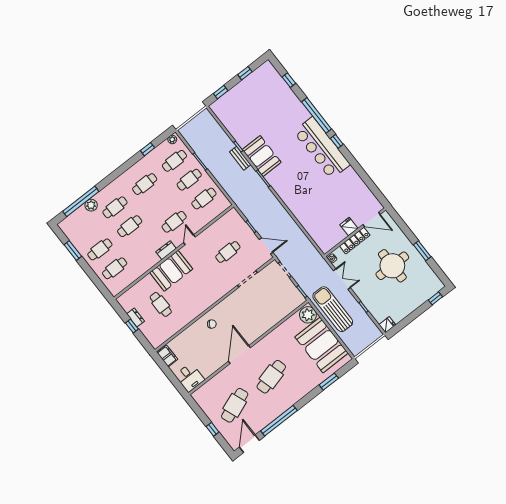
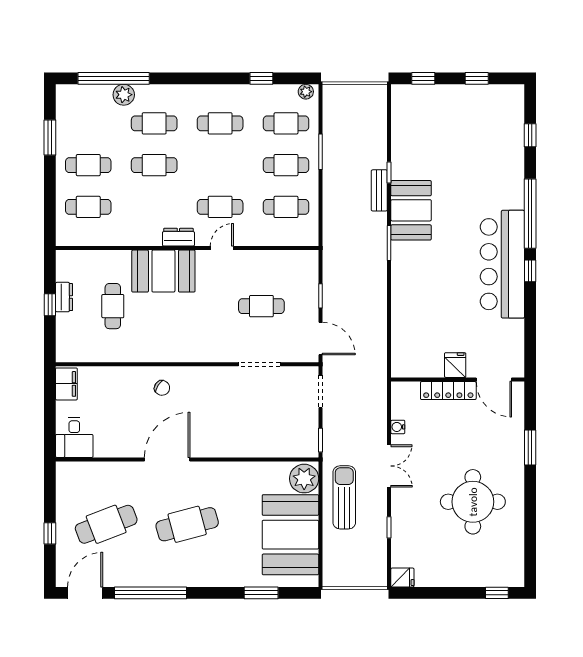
door: (371, 219) -> (494, 379), moved
fridge: (349, 227) -> (455, 365), moved
wall: (355, 232) -> (458, 379), moved
locker: (355, 241) -> (448, 391), moved
window: (422, 251) -> (530, 448), moved
sun lounger: (333, 309) -> (344, 497), width x0.73, depth x0.75

